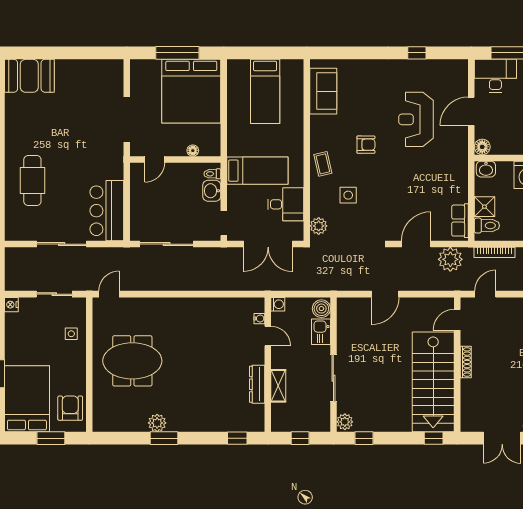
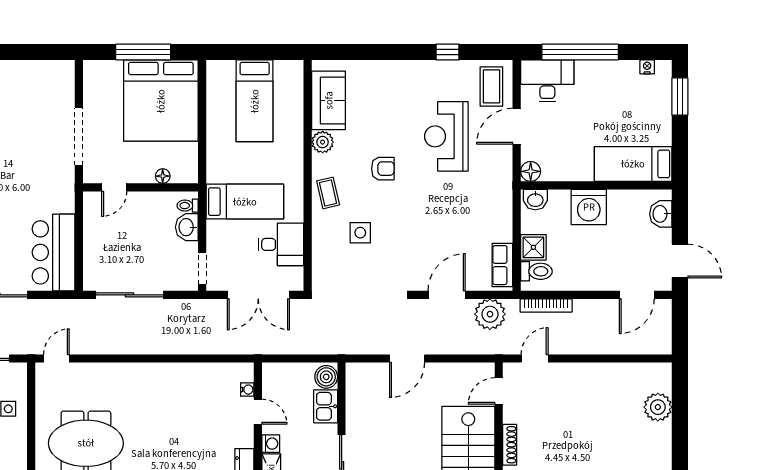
coffee table: (451, 80) -> (491, 86), added
plant: (319, 226) -> (323, 142), moved
washing machine: (278, 304) -> (271, 444), moved

